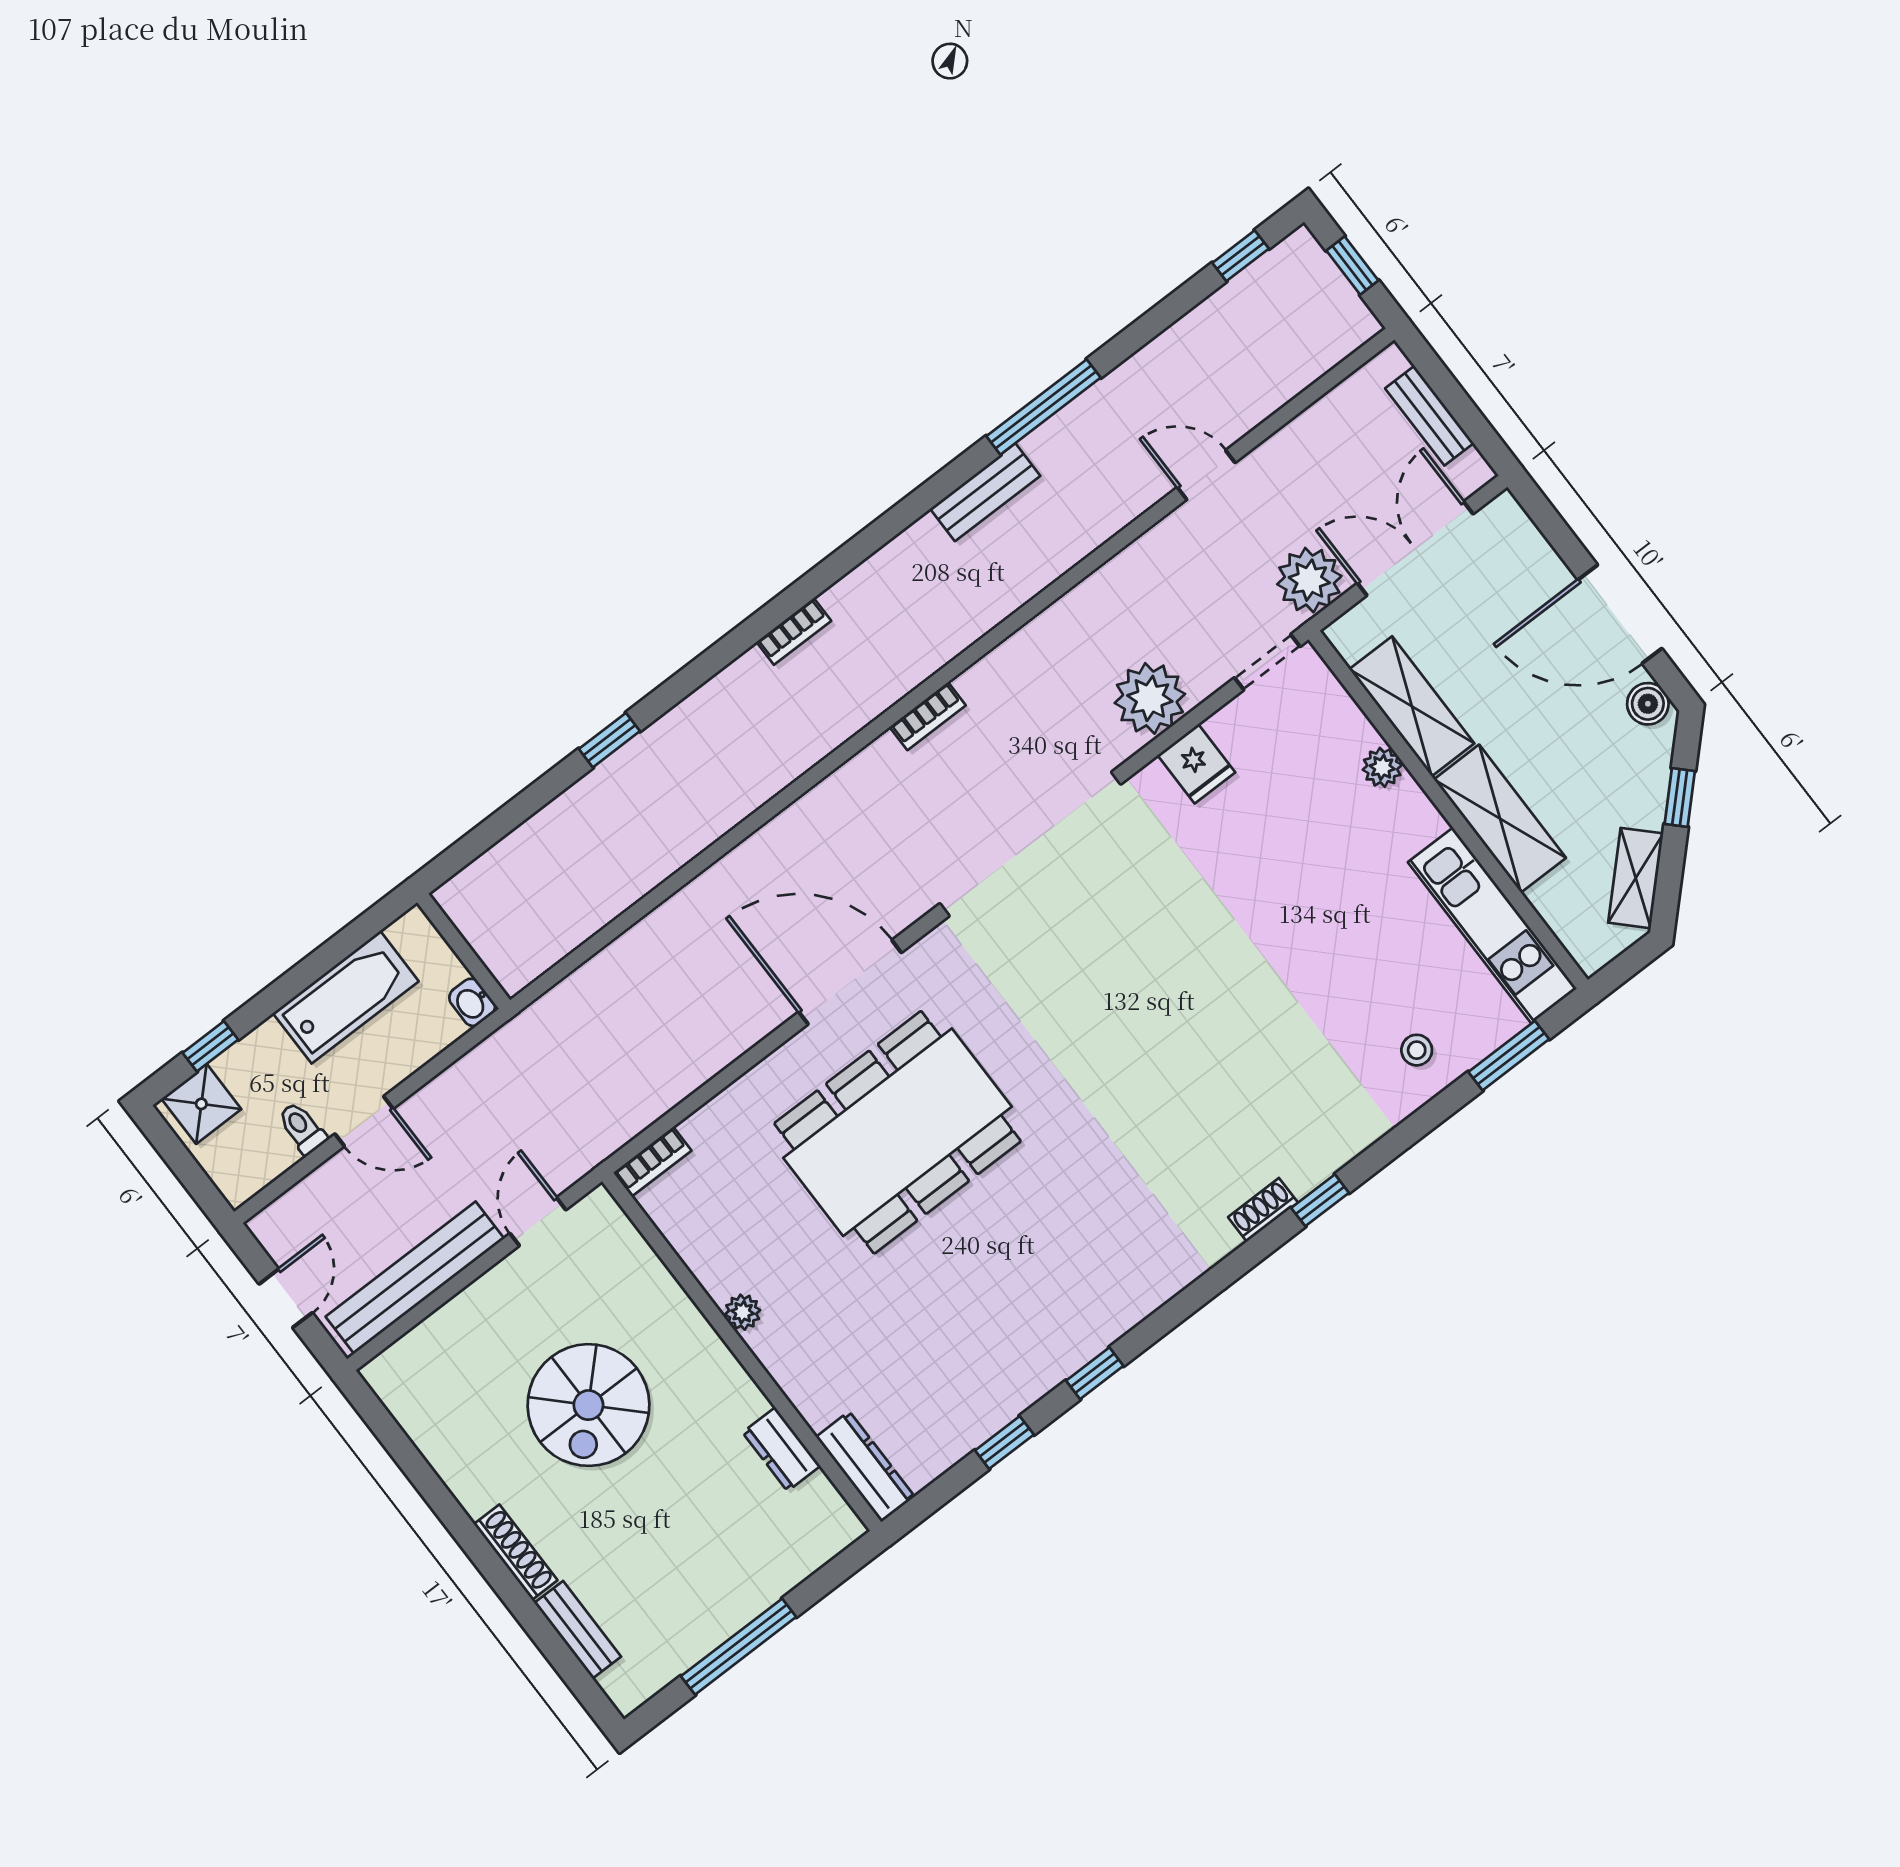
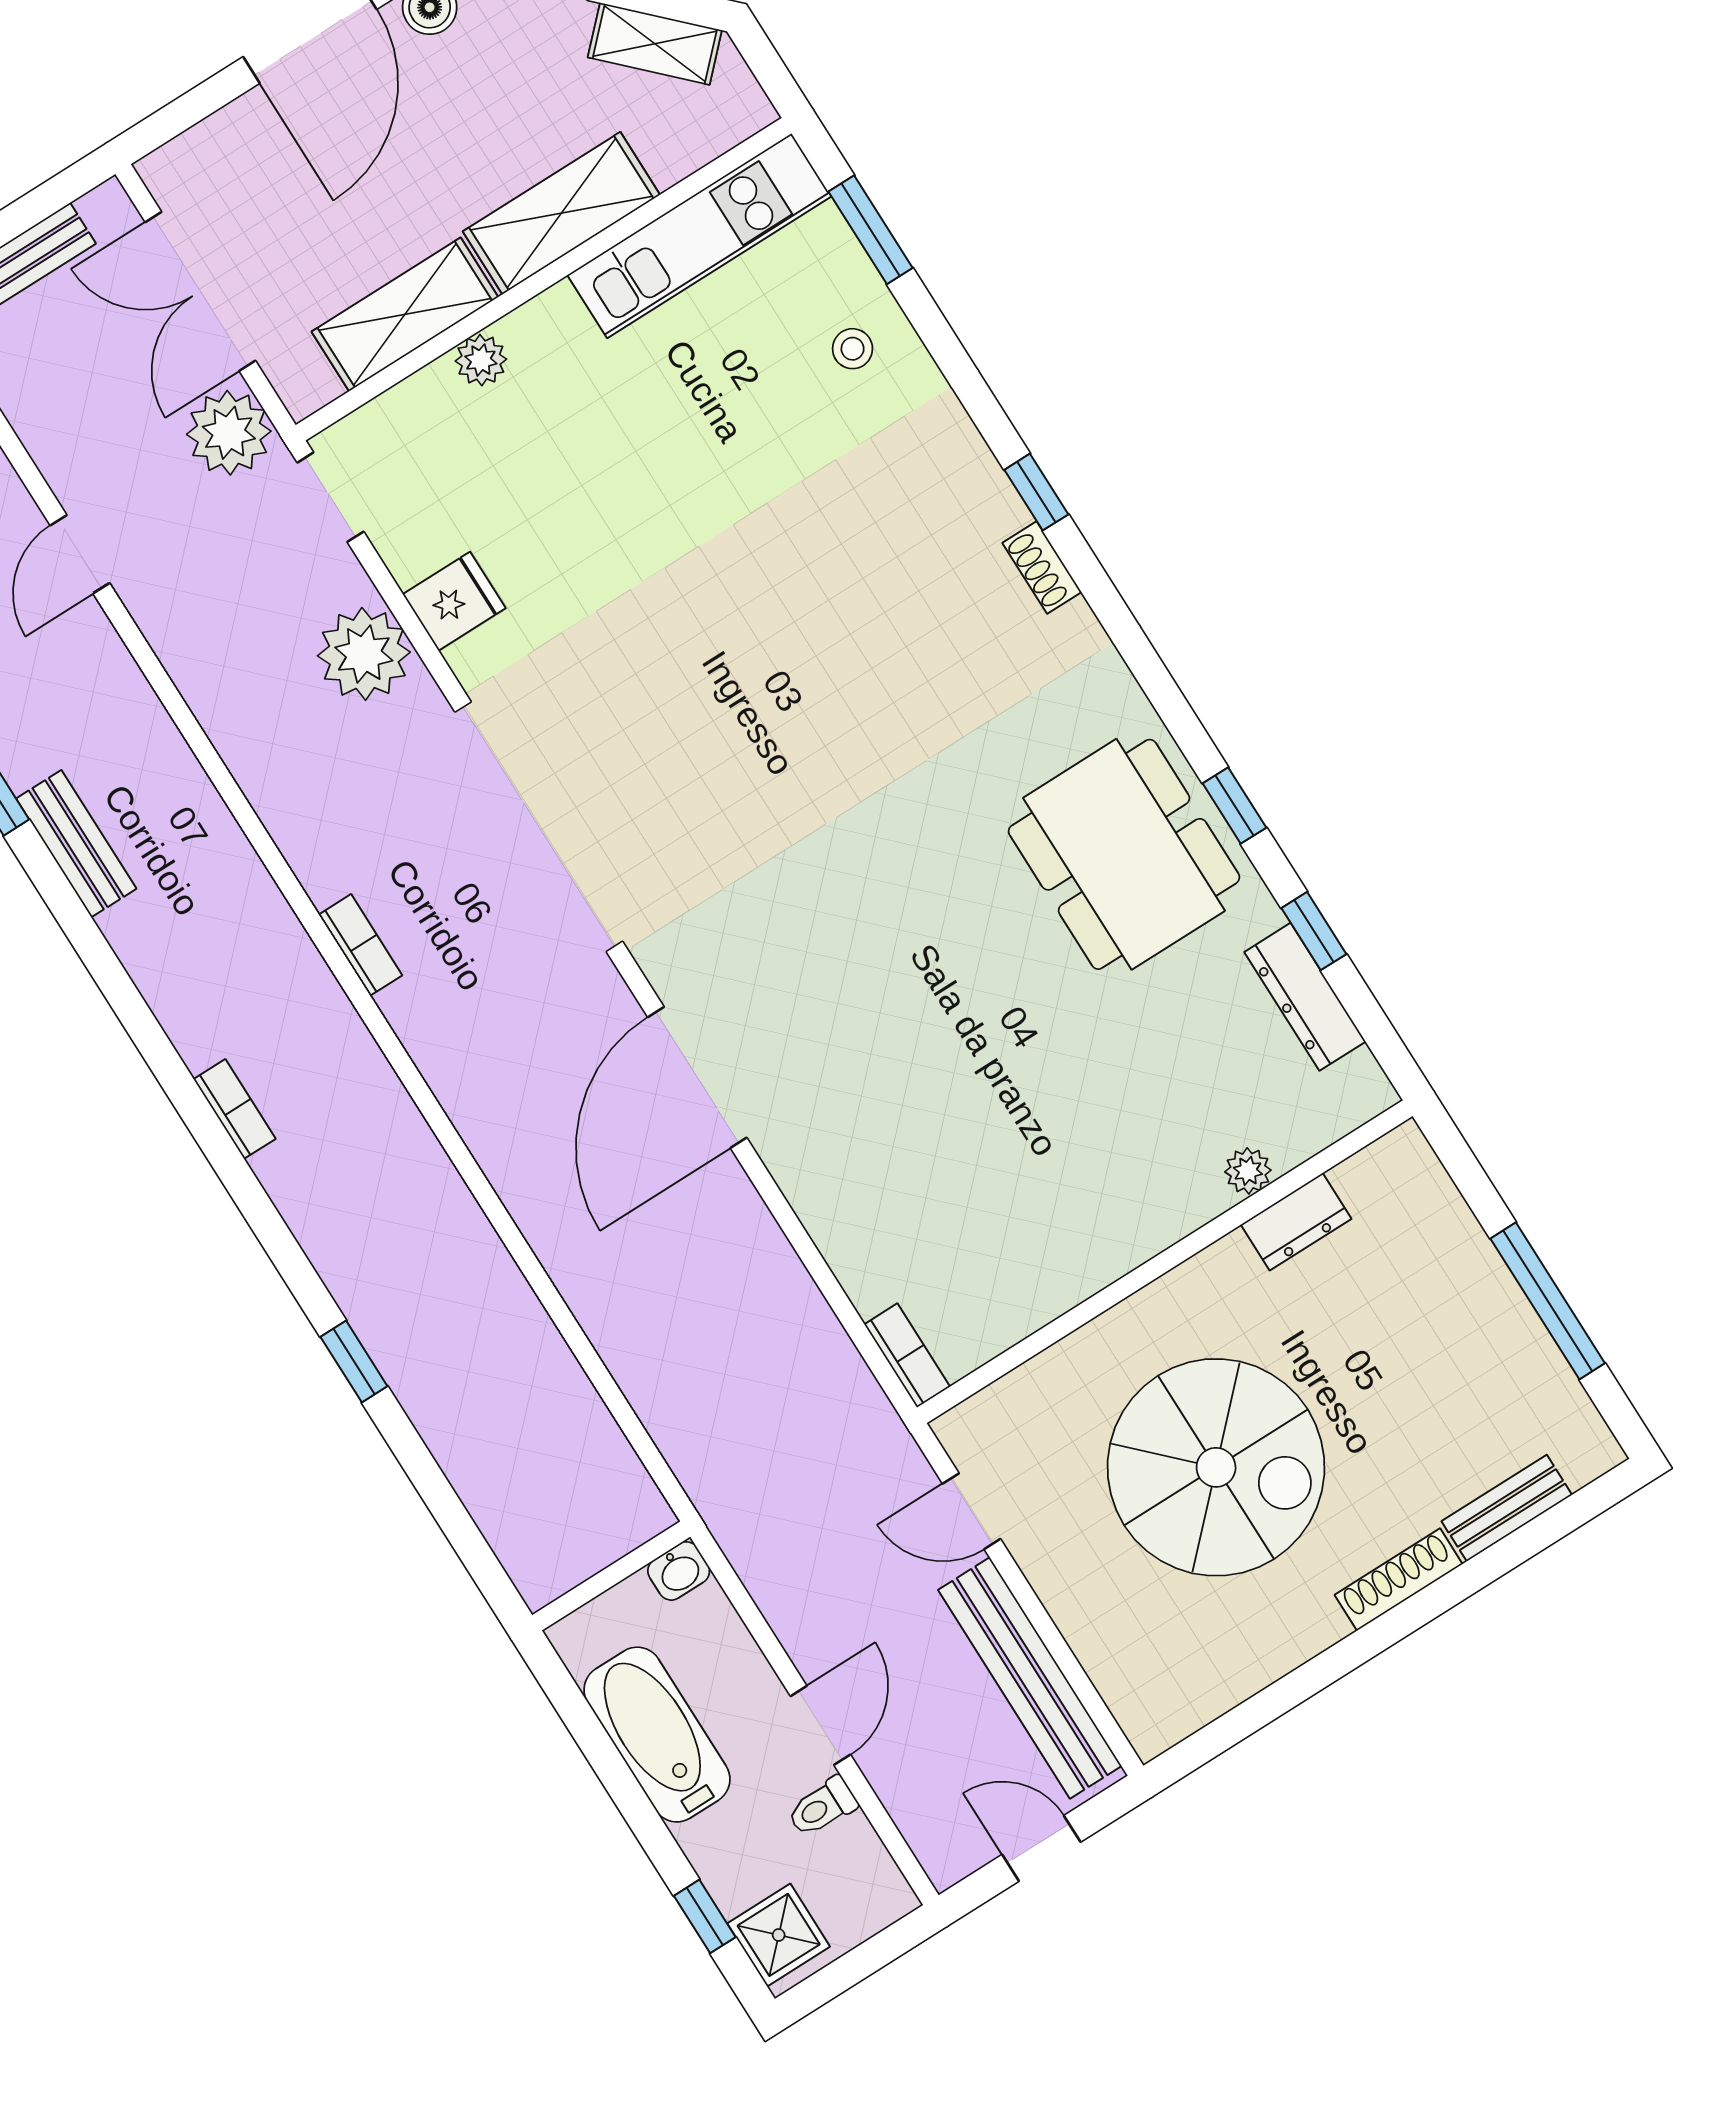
dining table: (898, 1132) -> (1124, 854), moved, width x0.73, depth x0.80
plant: (743, 1312) -> (1248, 1171), moved
spiral stairs: (588, 1405) -> (1216, 1467), width x1.37, depth x1.37
dresser: (865, 1467) -> (1305, 997), moved, turned -90

